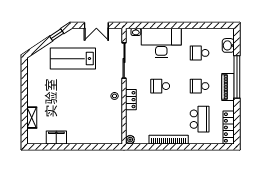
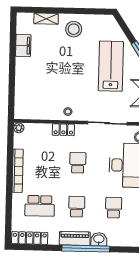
washbasin: (228, 45) -> (99, 239), moved
stool: (41, 93) -> (74, 29), added

